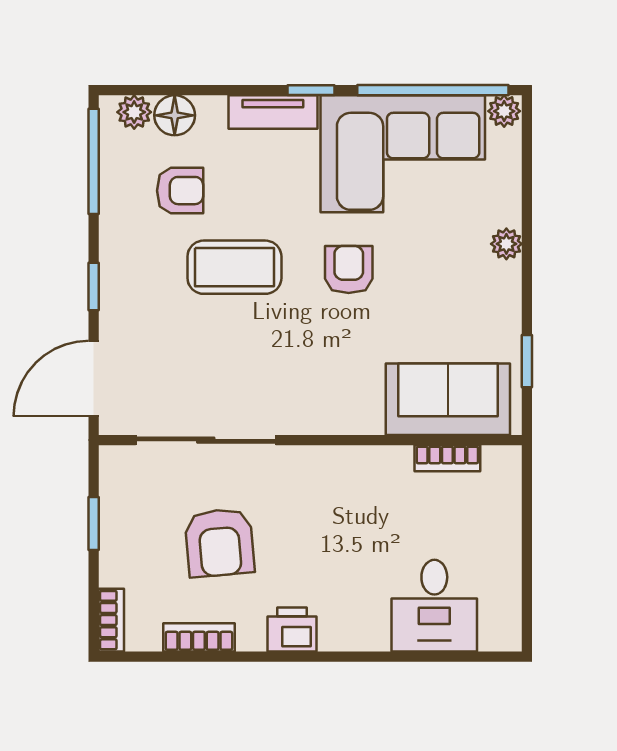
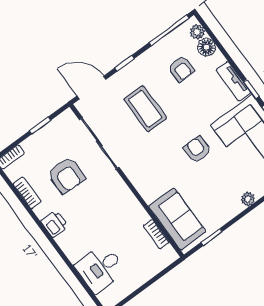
coffee table: (234, 267) -> (145, 109), moved
armchair: (349, 269) -> (197, 150), turned -90
armchair: (220, 543) -> (66, 175), turned -84

